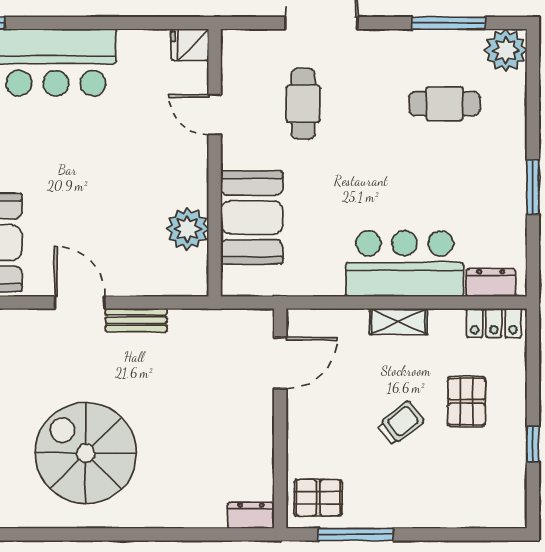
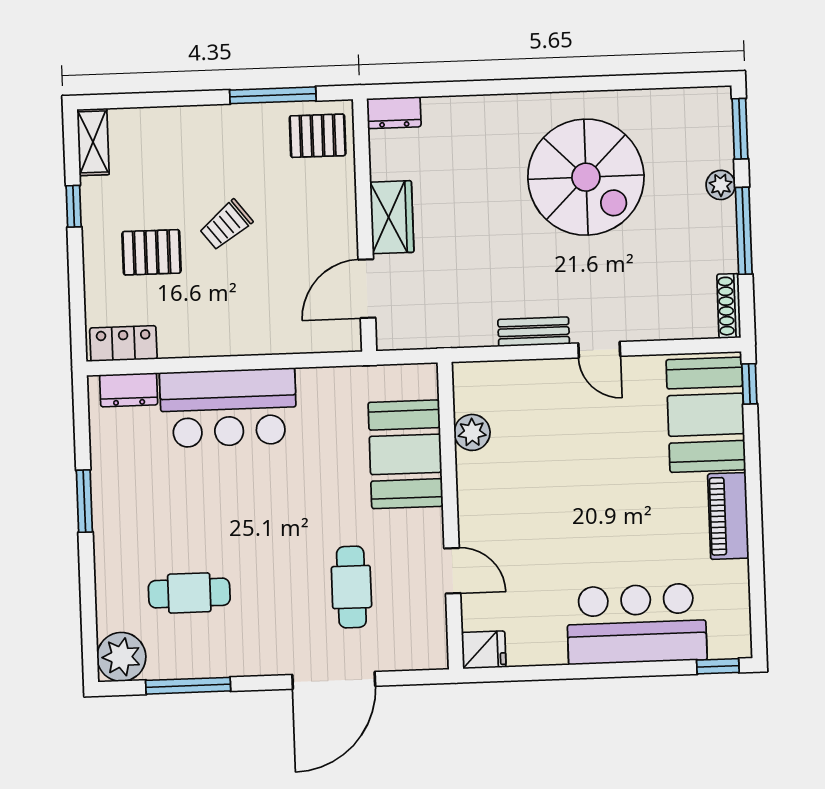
plant: (187, 229) -> (472, 432), width x0.73, depth x0.73
door: (80, 302) -> (599, 350), width x0.73
shelving: (398, 321) -> (93, 142), moved, turned 90
pallet: (466, 402) -> (152, 252), turned 90
wardrobe: (256, 424) -> (392, 217), added

